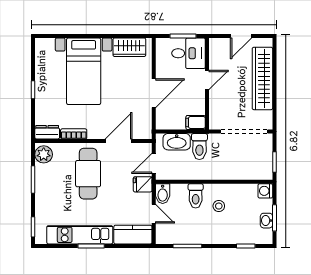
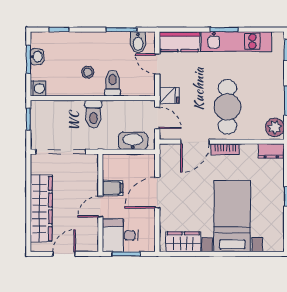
filing cabinet: (196, 122) -> (113, 188), moved
bookcase: (74, 134) -> (225, 149), moved
toilet: (199, 147) -> (93, 114), moved, turned 180
door: (154, 163) -> (157, 118), hinge flipped
bidet: (163, 194) -> (138, 42), moved, turned 180

